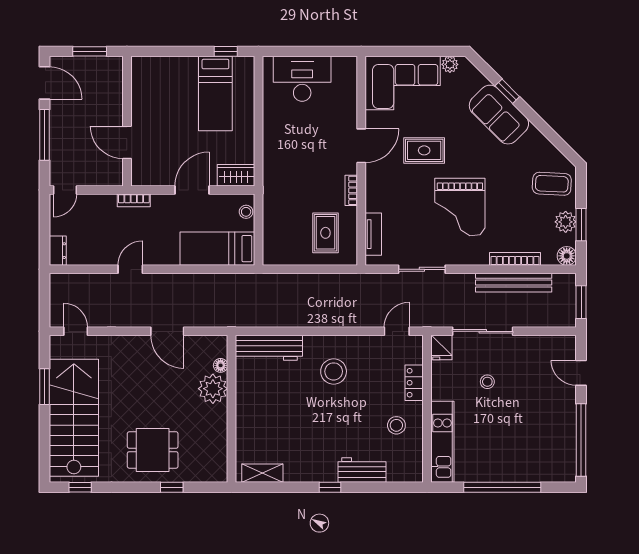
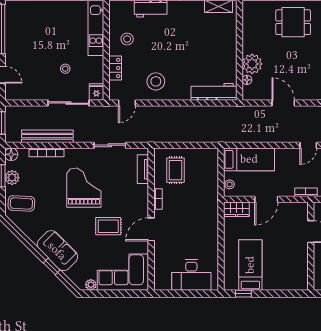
stool: (334, 371) -> (156, 81), moved

